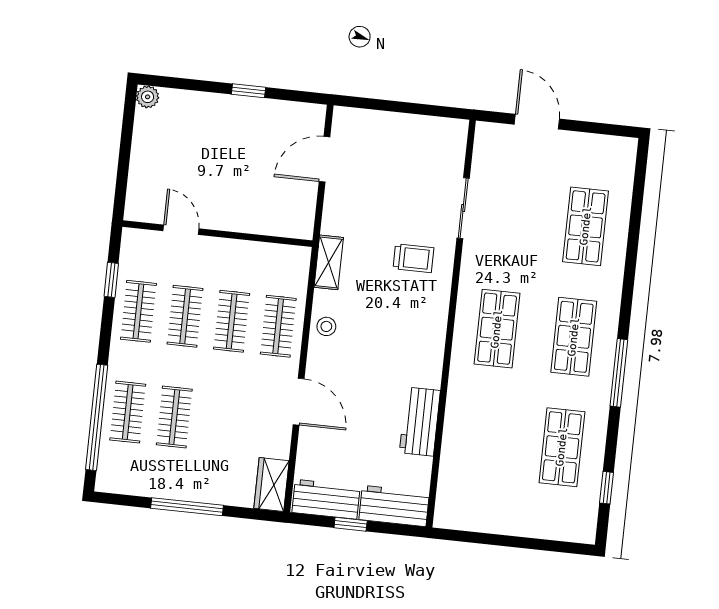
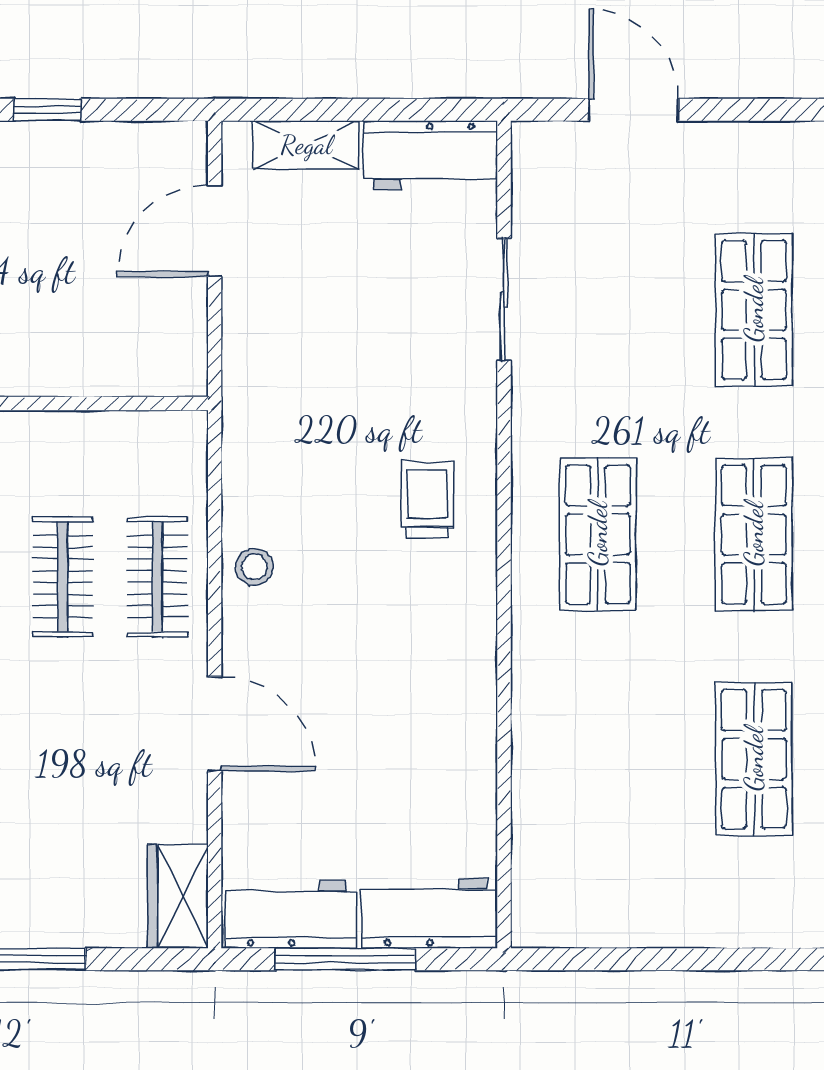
trolley: (413, 258) -> (427, 499), moved, turned -90
shelving: (329, 262) -> (306, 145), moved, turned 90
workbench: (420, 422) -> (430, 155), moved, turned -90
window: (351, 524) -> (345, 959), width x2.17

